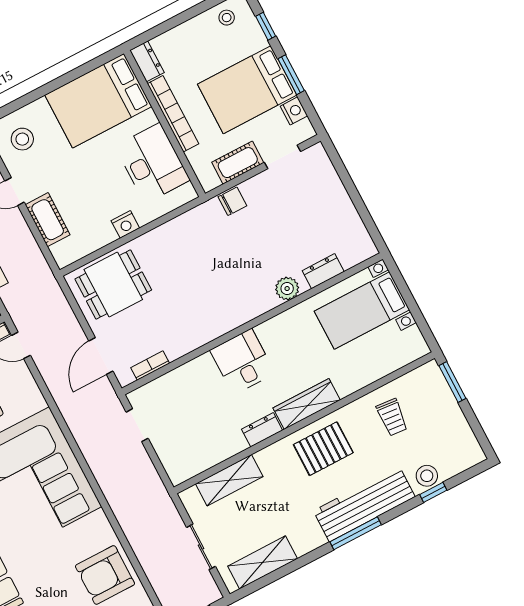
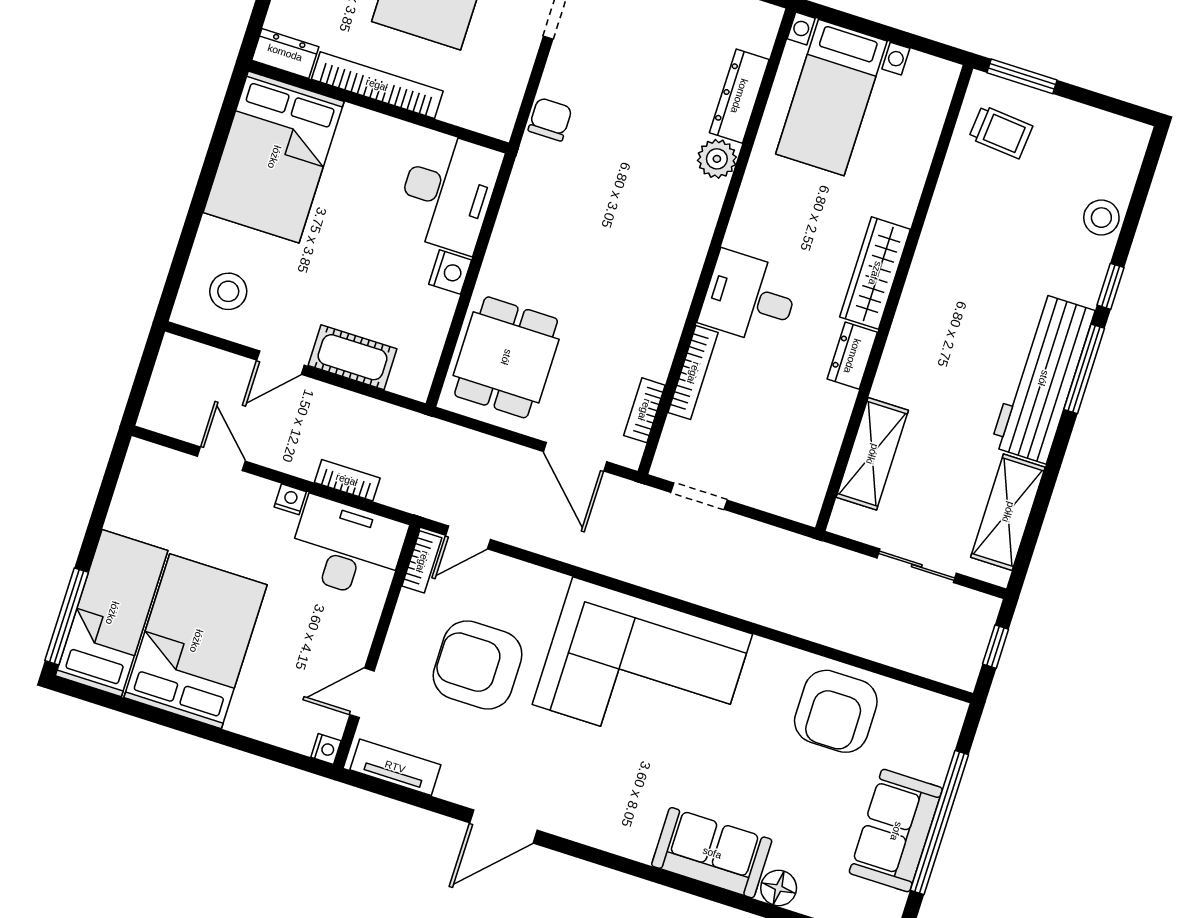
desk: (152, 163) -> (448, 192), moved, turned 90
cot: (238, 163) -> (511, 67), removed
dresser: (323, 271) -> (739, 96), width x1.44
bookcase: (187, 370) -> (693, 373), added
trolley: (392, 417) -> (1001, 132), moved
pallet: (323, 449) -> (947, 306), removed
window: (433, 492) -> (1110, 286), moved
workbench: (364, 504) -> (1043, 378), moved

